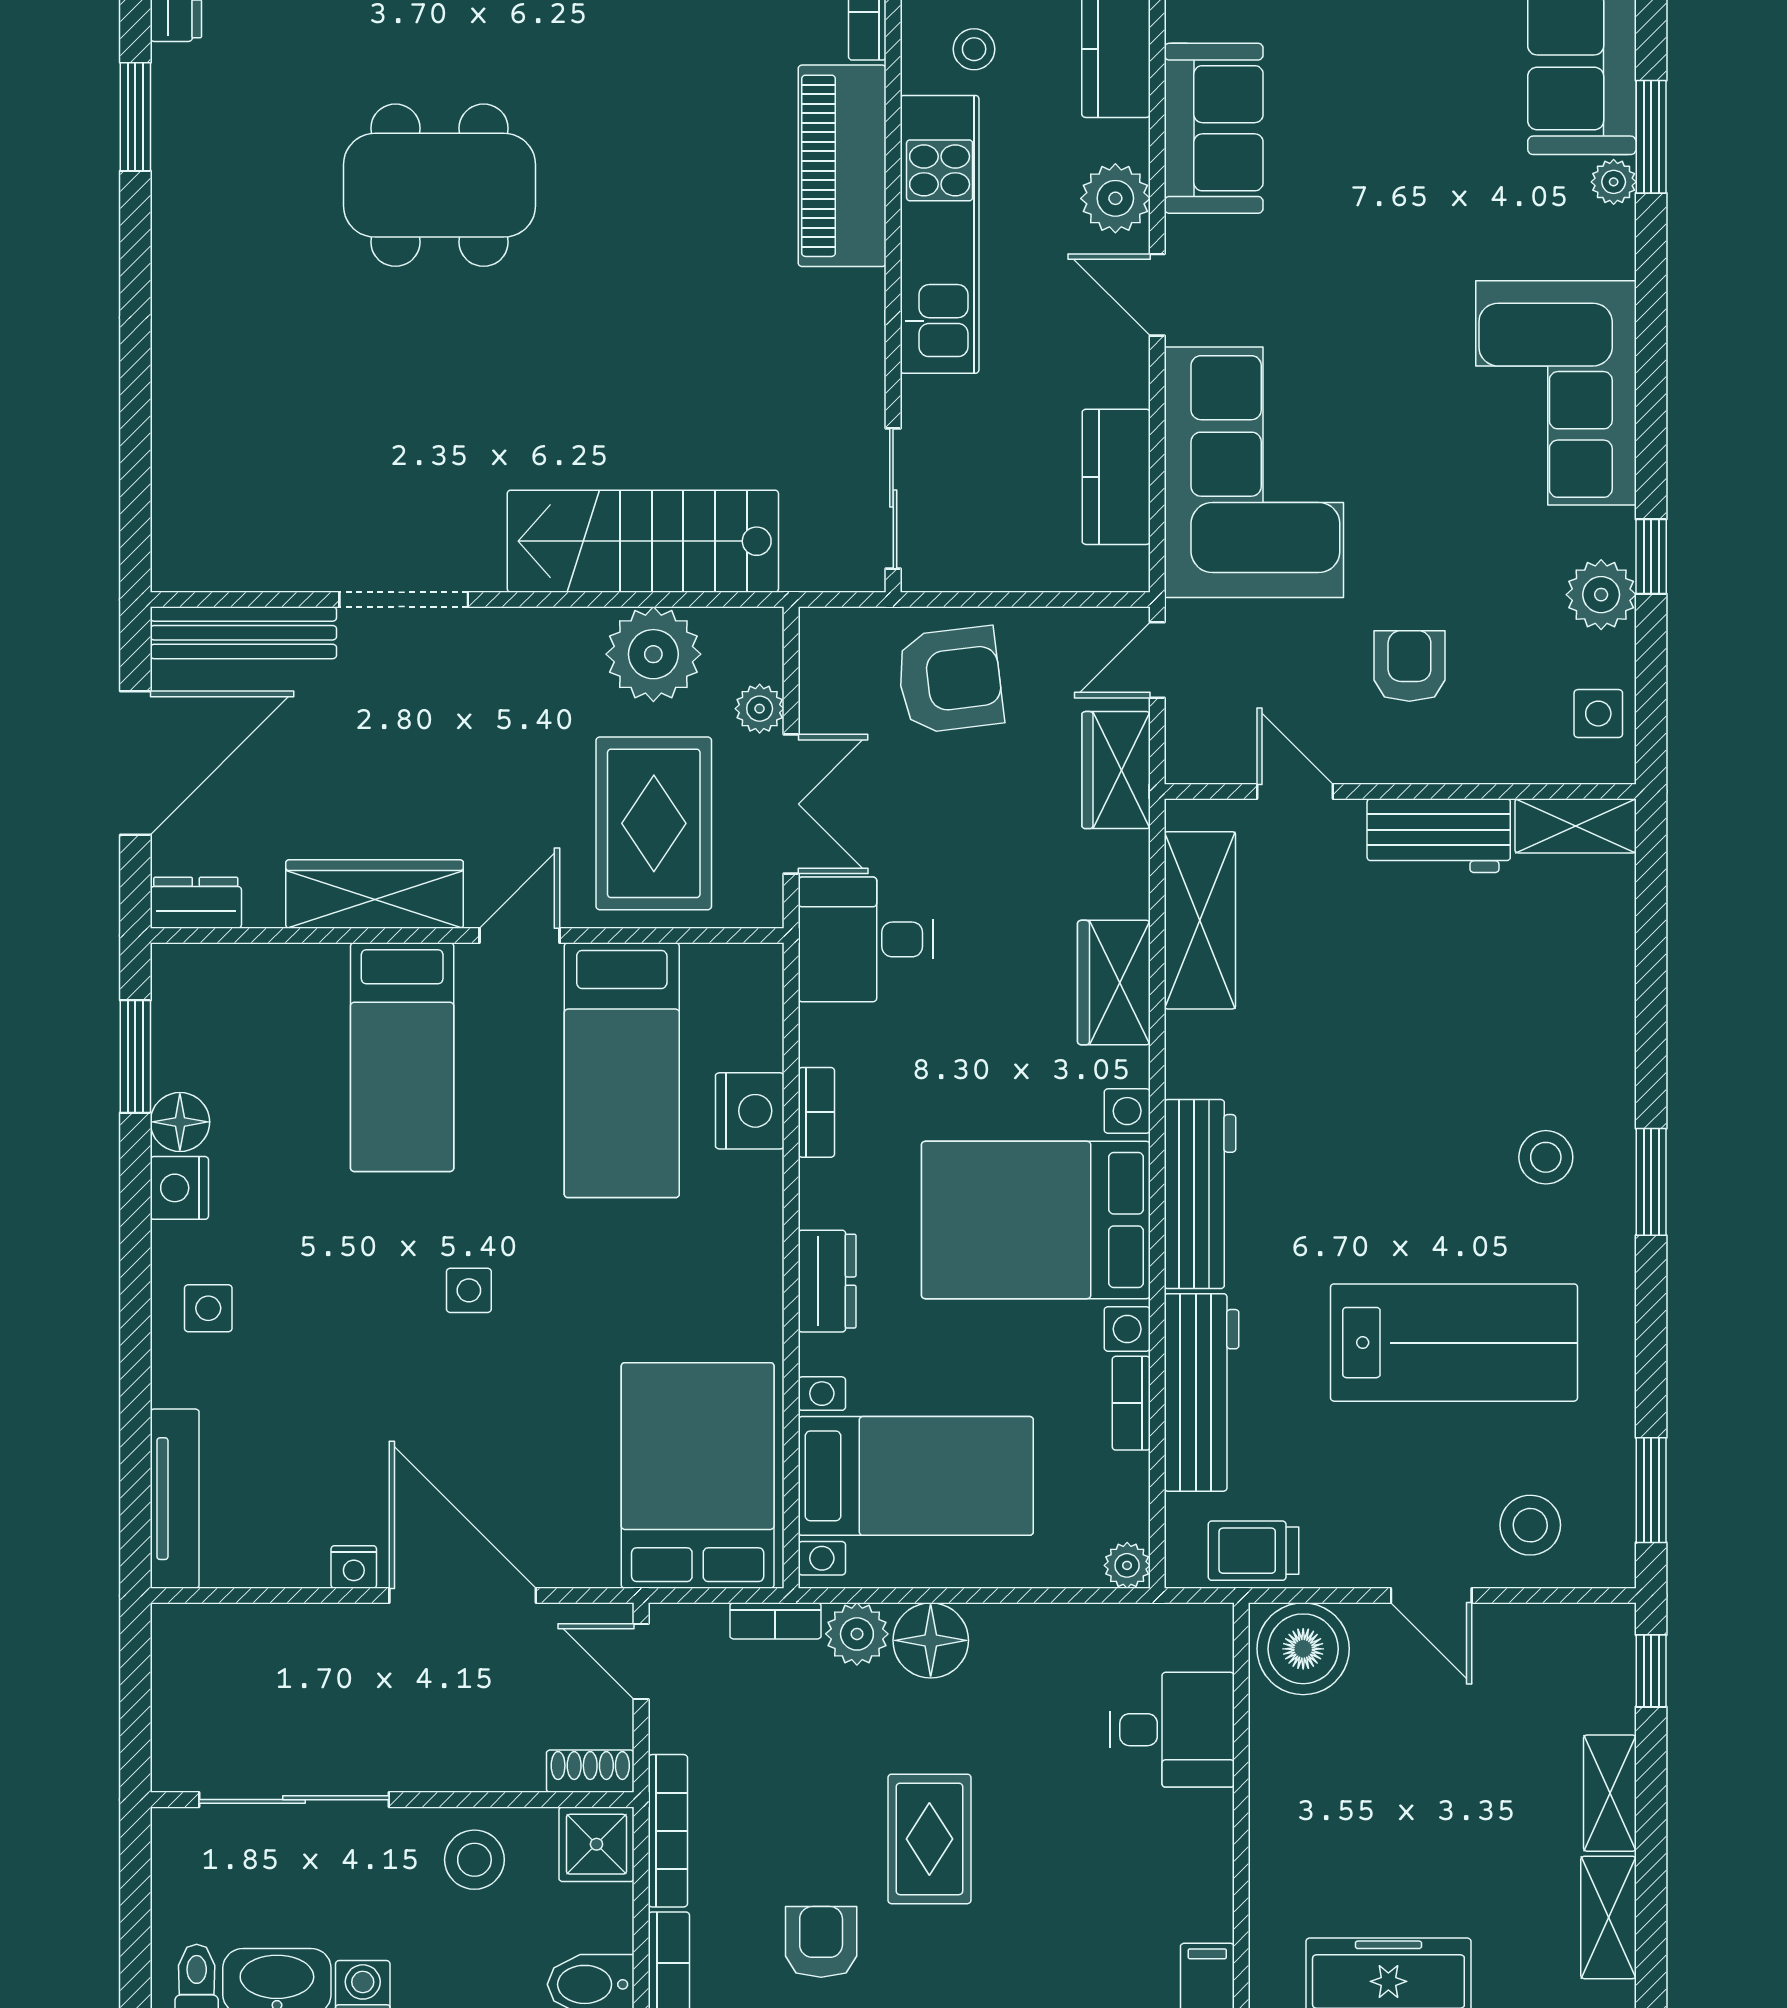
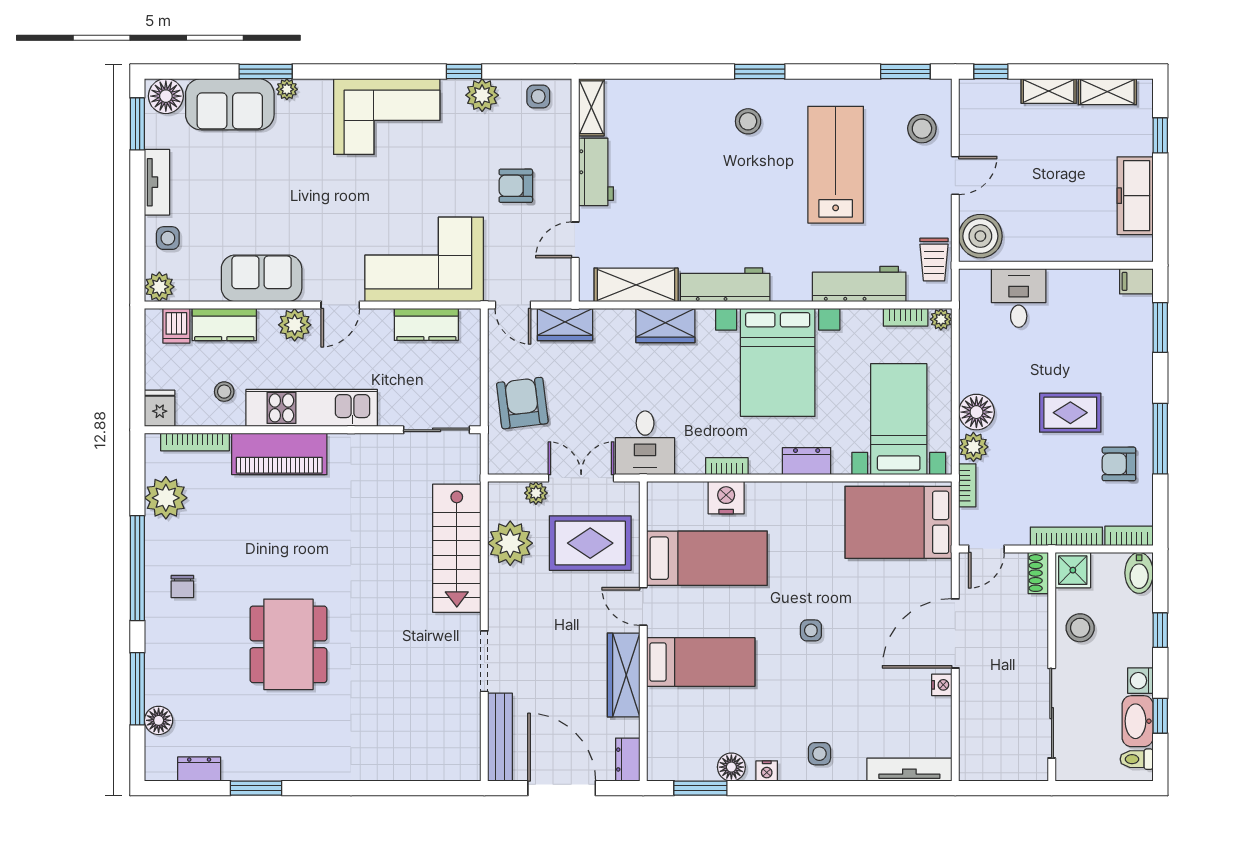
nightstand: (179, 1188) -> (767, 771), width x0.72, depth x0.74
workbench: (1200, 1194) -> (725, 285), moved
bookcase: (1131, 1403) -> (906, 317), moved

